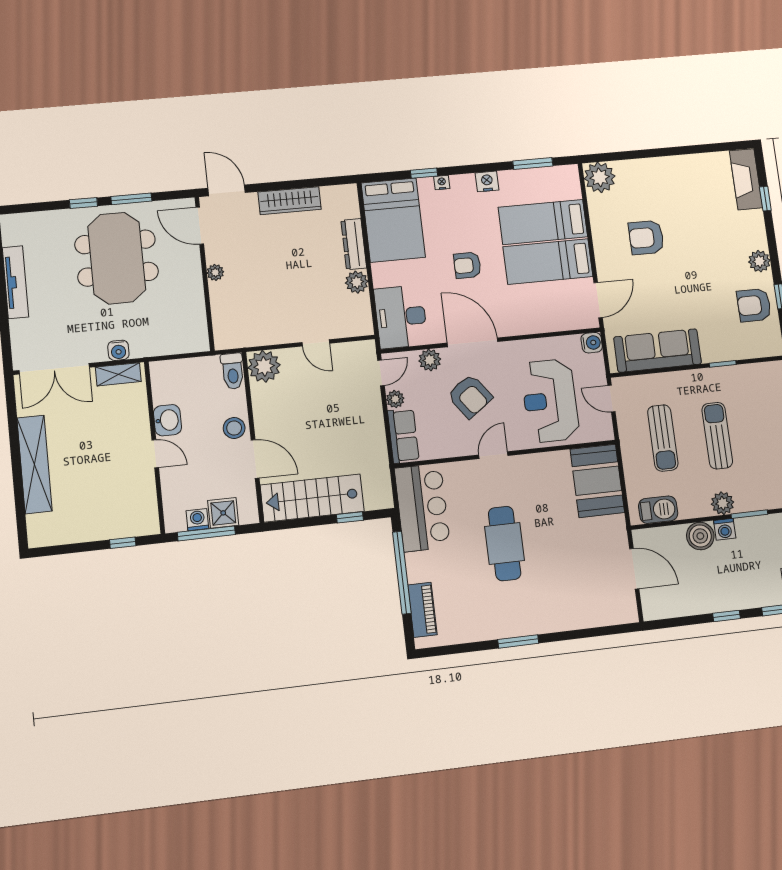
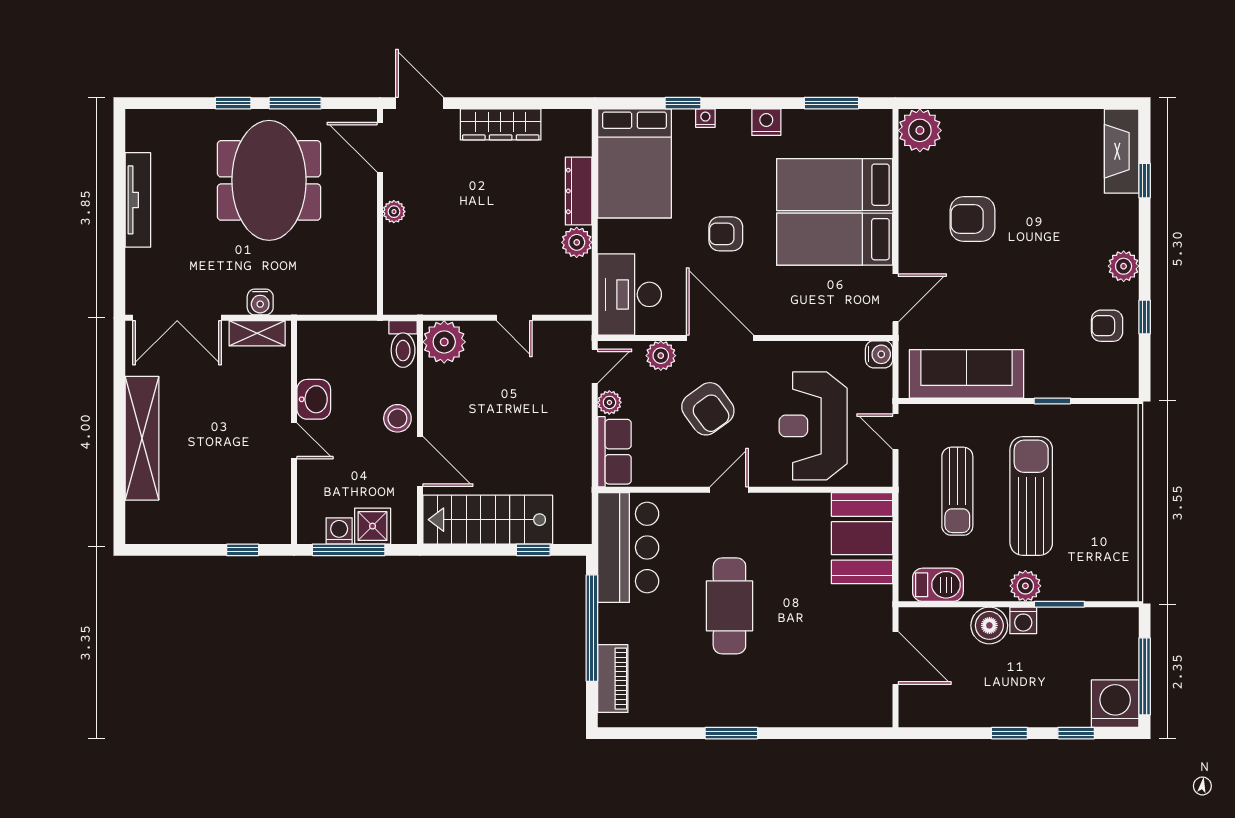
armchair: (754, 305) -> (1107, 326), width x0.72, depth x0.72
sun lounger: (717, 436) -> (1031, 496), width x1.36, depth x1.34

